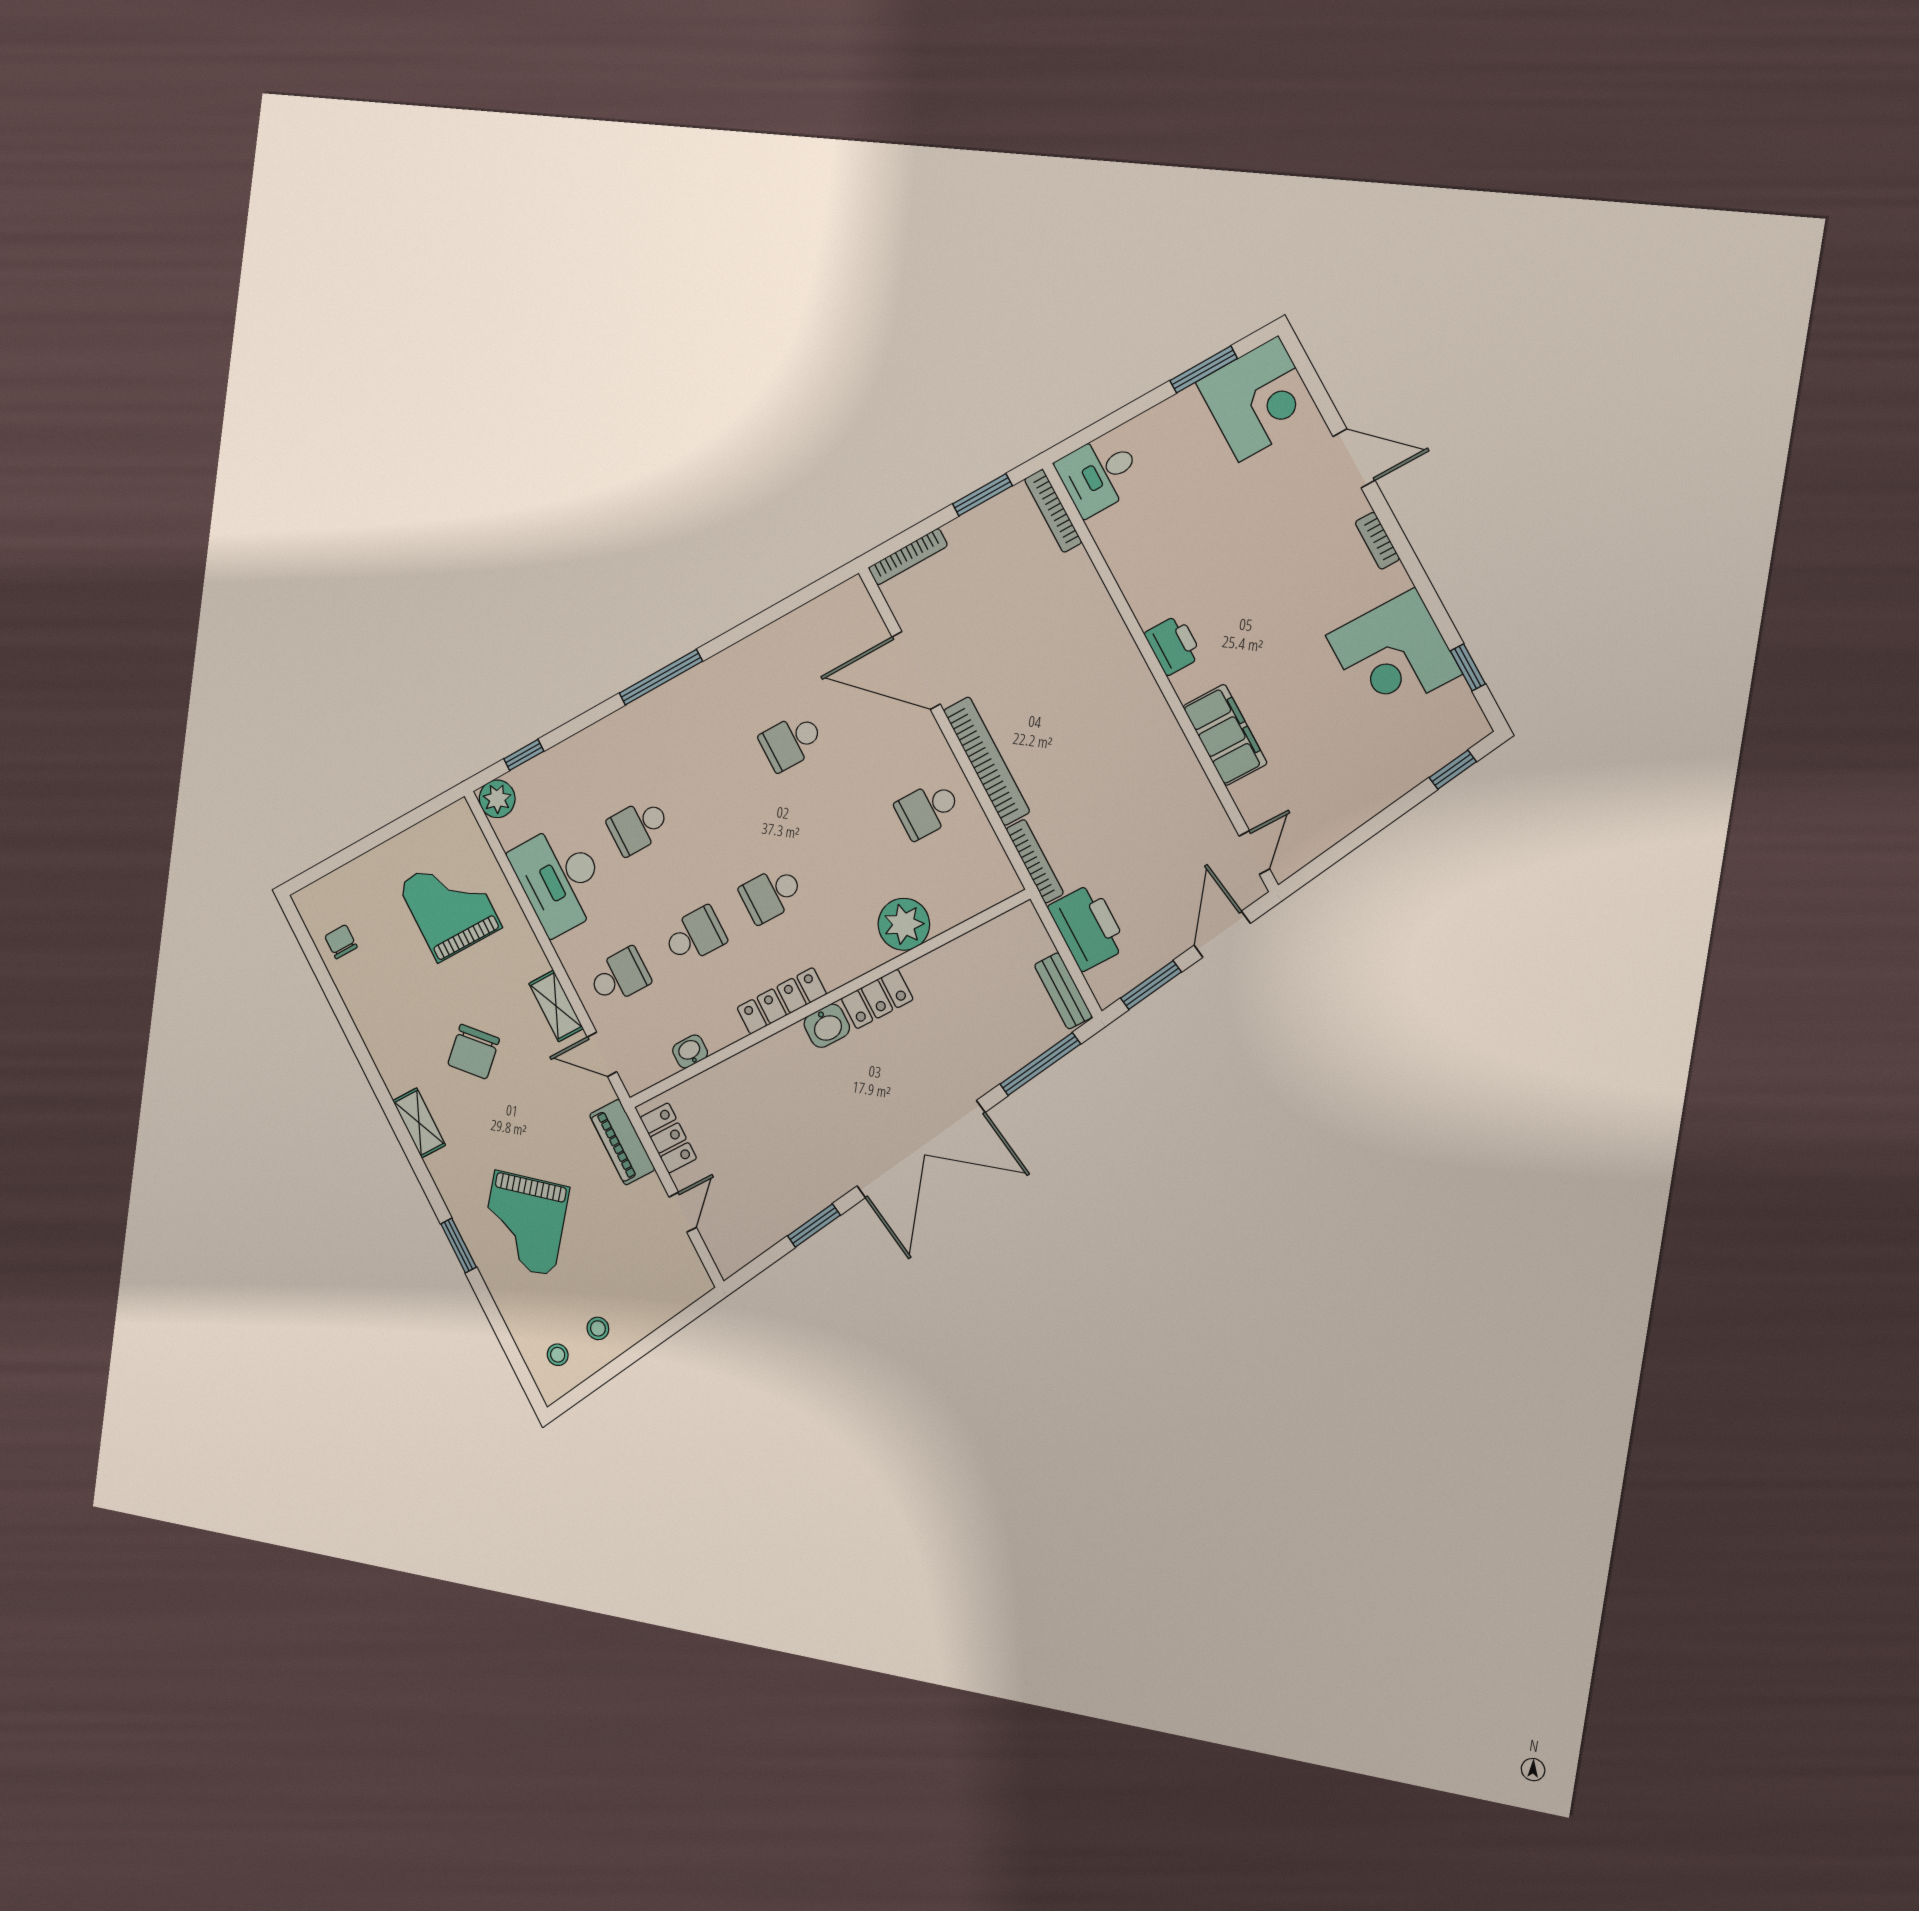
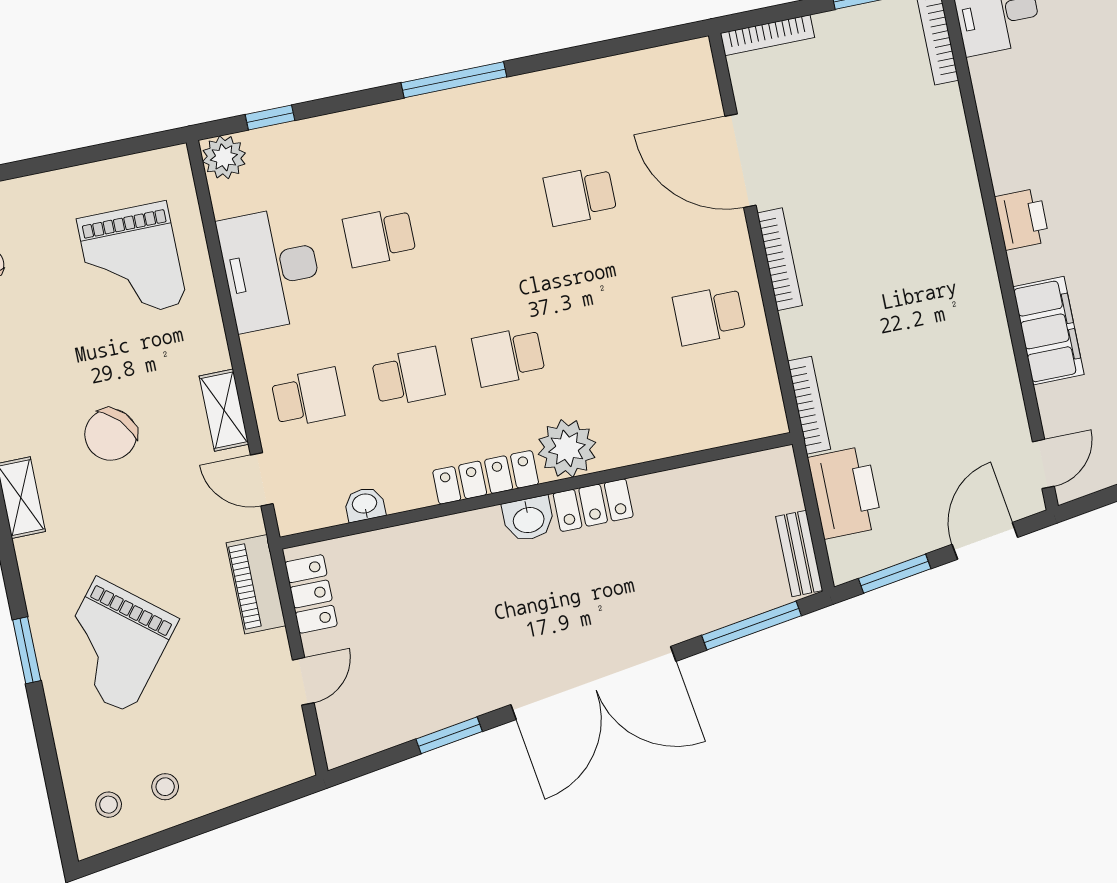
bookcase: (987, 761) -> (780, 259), width x0.68, depth x0.76
grand piano: (450, 906) -> (132, 261), turned 180
plant: (904, 924) -> (567, 448), moved

